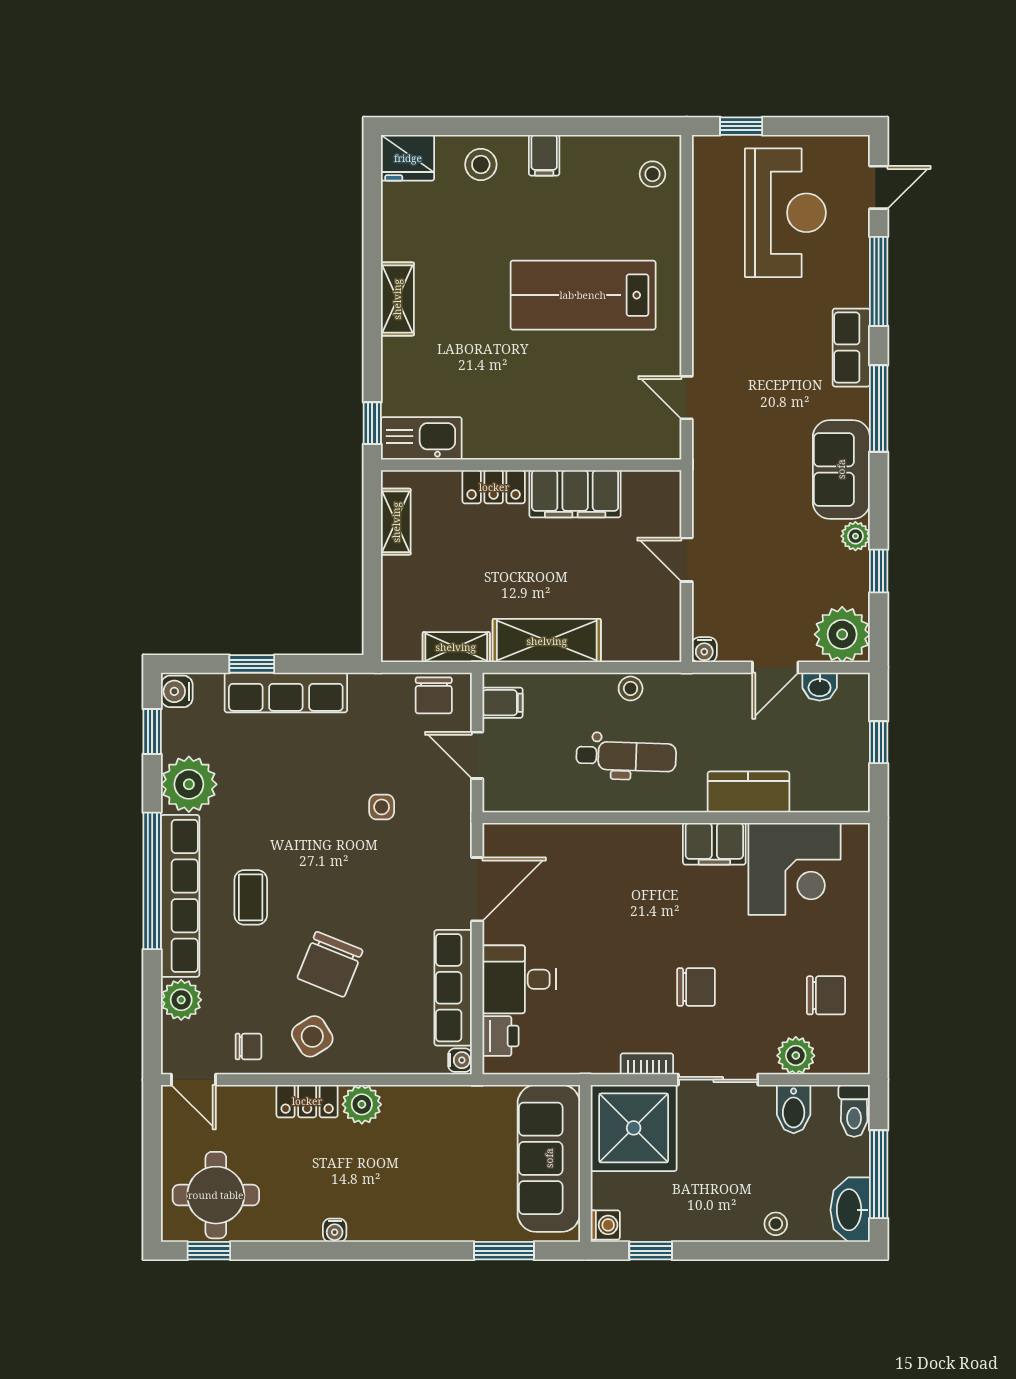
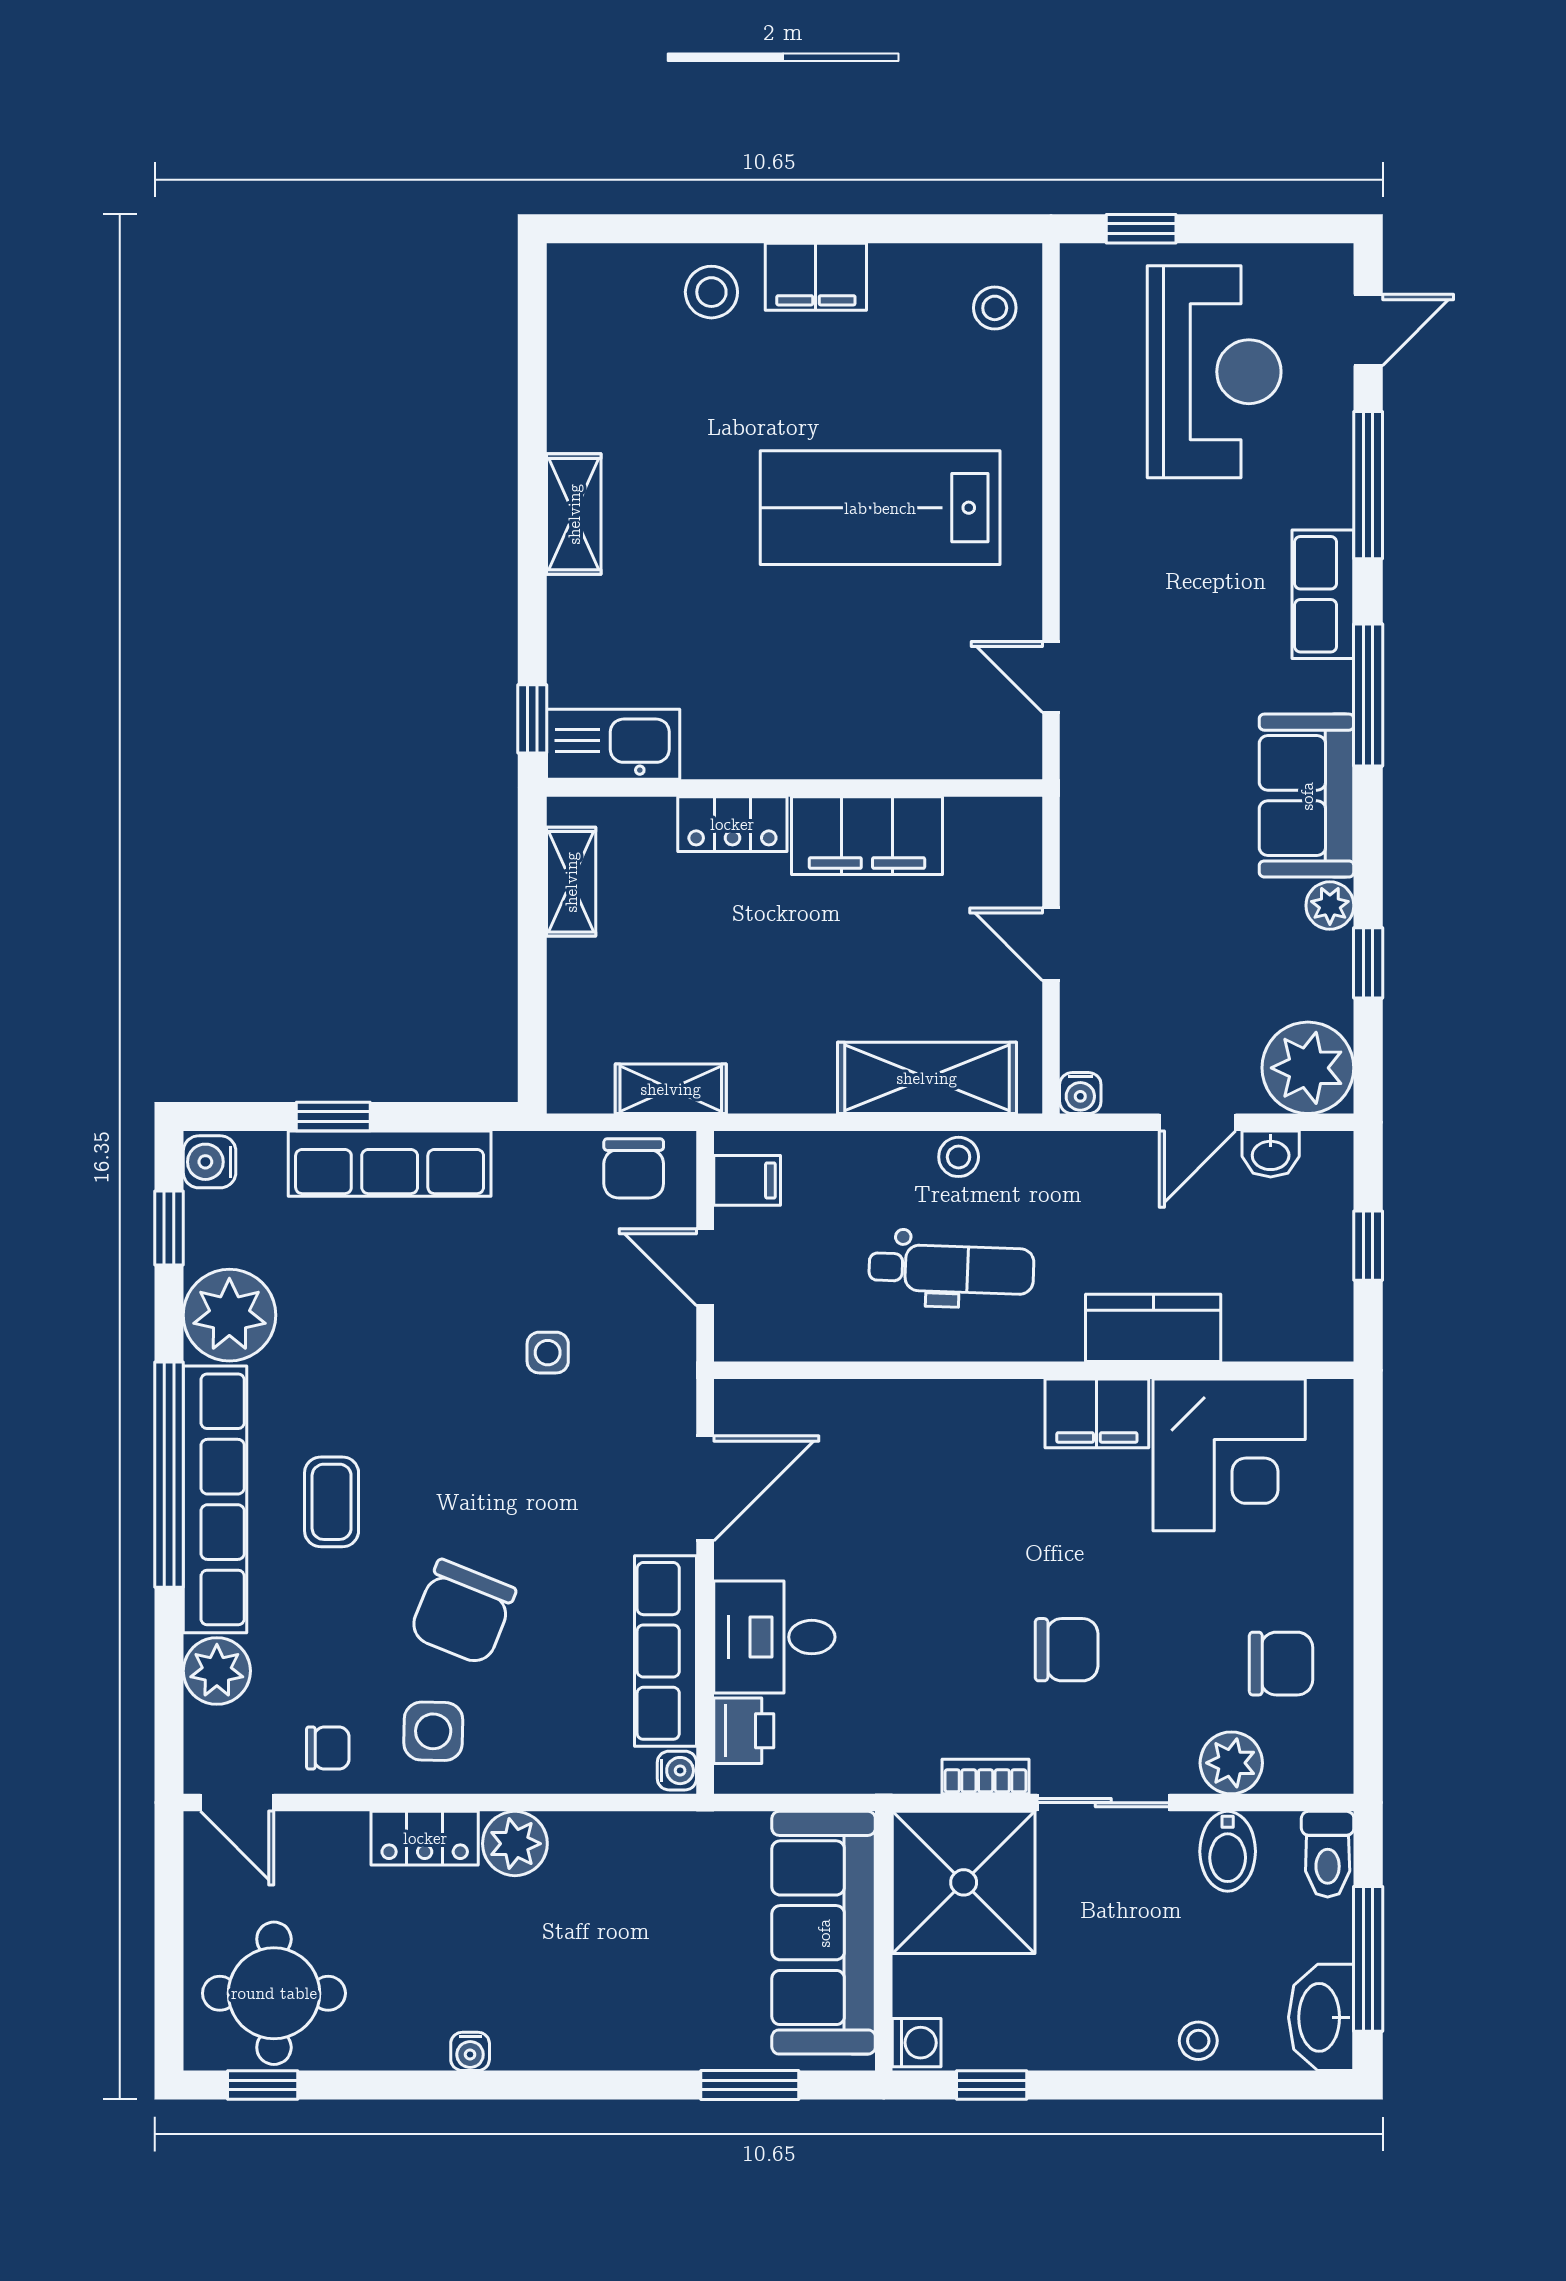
filing cabinet: (544, 155) -> (816, 277), width x2.00
fridge: (408, 158) -> (591, 281), removed
shelving: (547, 641) -> (927, 1078), moved
side table: (312, 1036) -> (433, 1731), turned 33

